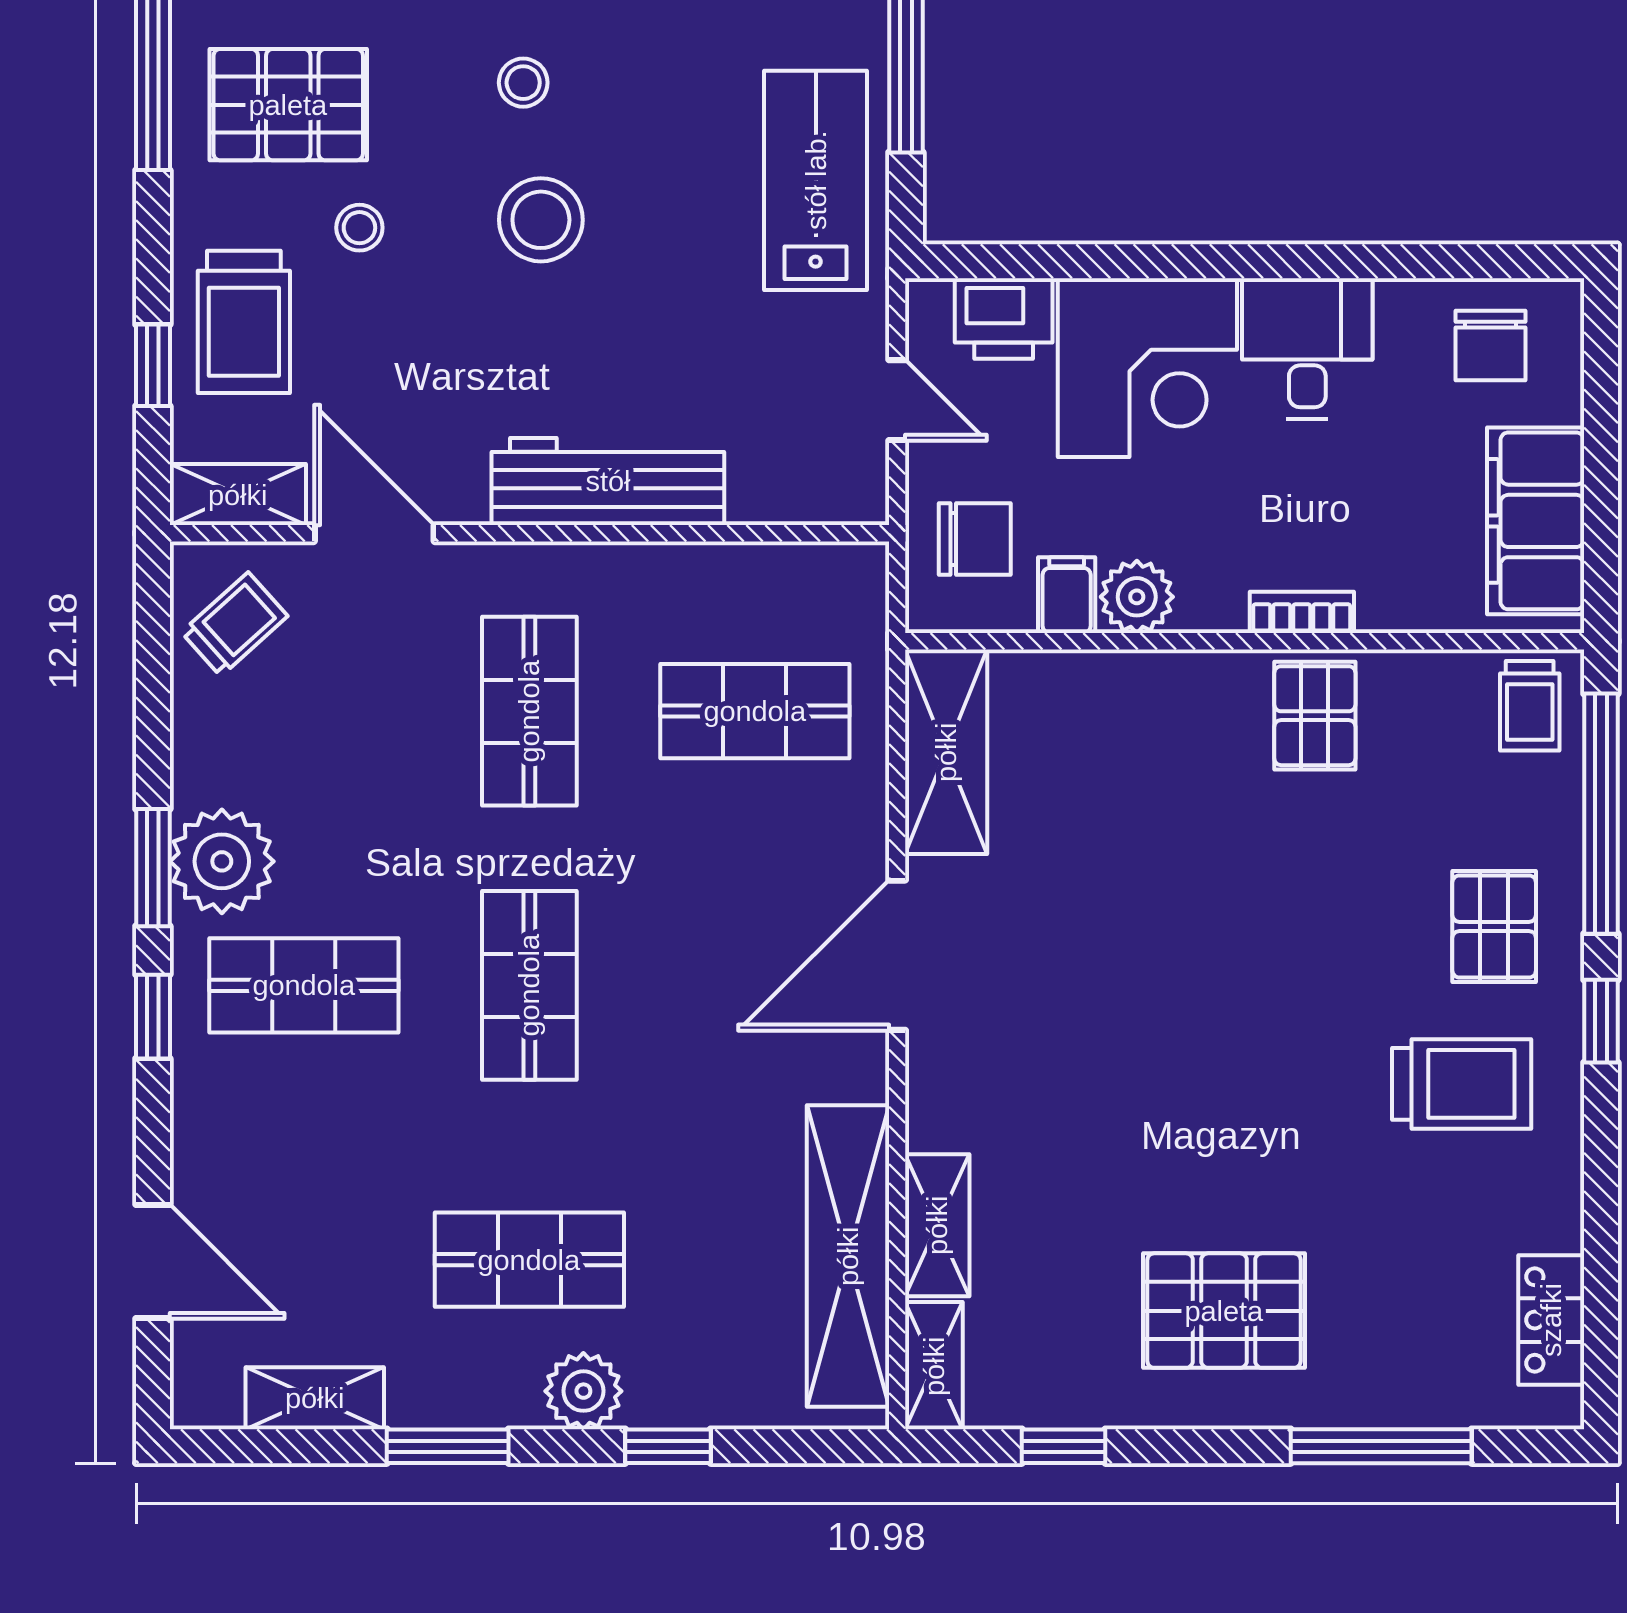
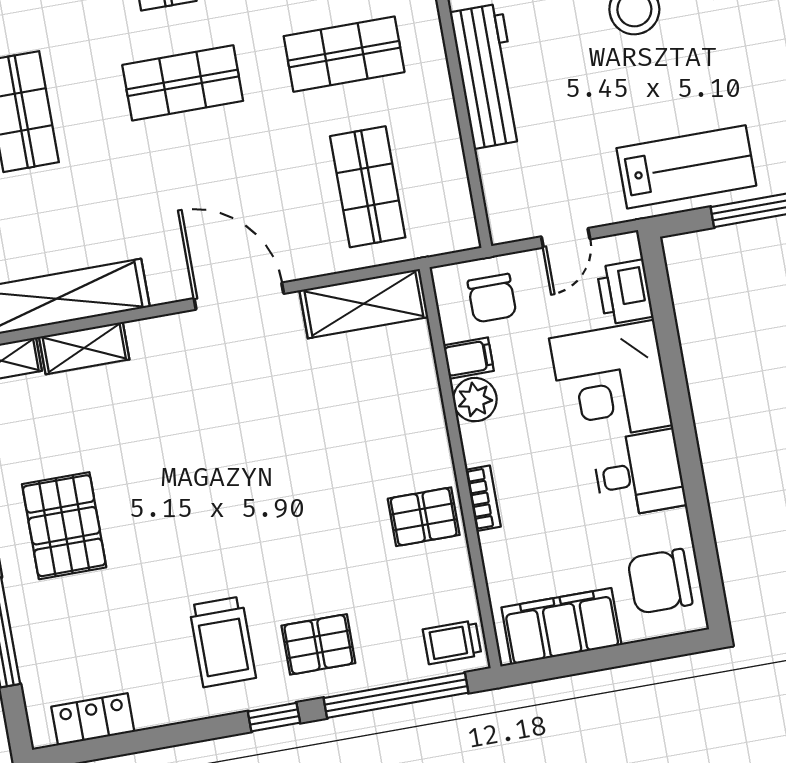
chair: (1490, 346) -> (660, 581), width x1.37, depth x1.37

